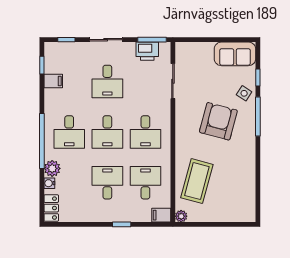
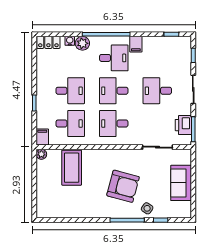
sofa: (235, 54) -> (181, 183), moved
filing cabinet: (53, 81) -> (136, 44), moved
desk: (69, 132) -> (114, 58), turned 180
coffee table: (197, 181) -> (72, 168), turned 75

